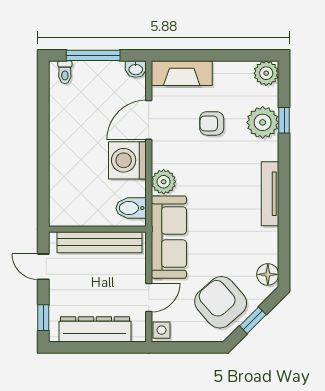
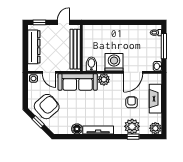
fireplace: (182, 73) -> (155, 99), moved
door: (149, 120) -> (133, 72), swing flipped
floor lamp: (268, 274) -> (77, 129), moved

